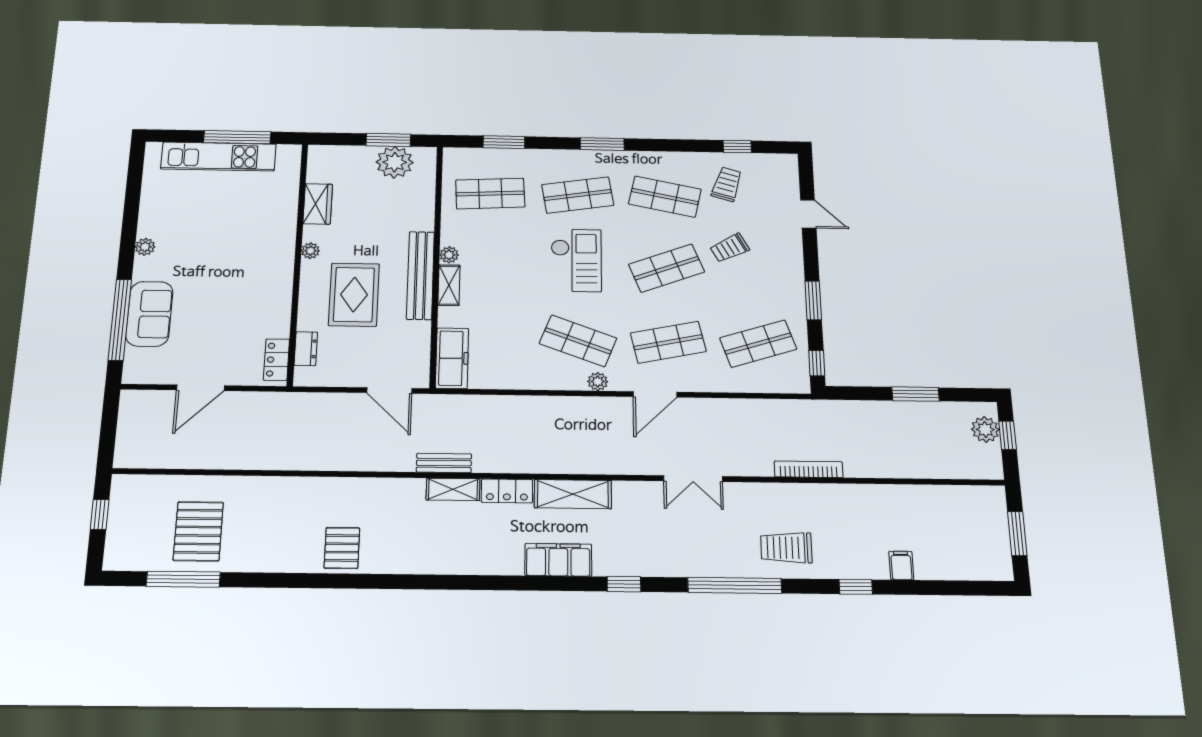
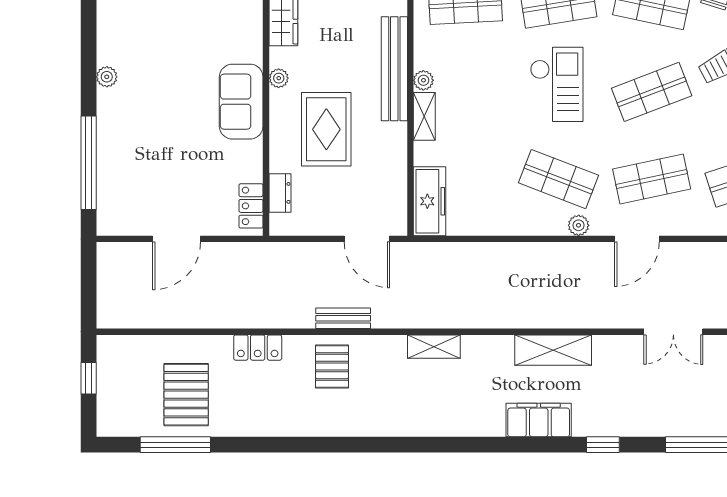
bench: (420, 275) -> (394, 69), moved
sofa: (149, 314) -> (241, 102), moved, turned 180
bench: (444, 463) -> (343, 318), moved
locker: (507, 491) -> (258, 348), moved
pallet: (342, 548) -> (332, 367), moved

